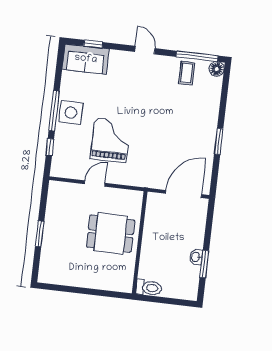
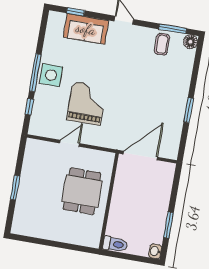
window: (197, 56) -> (173, 29), width x0.69
sofa: (86, 59) -> (86, 29), moved
door: (183, 194) -> (140, 156), moved
dining table: (111, 233) -> (82, 191), turned 90
washbasin: (196, 257) -> (155, 251), moved

